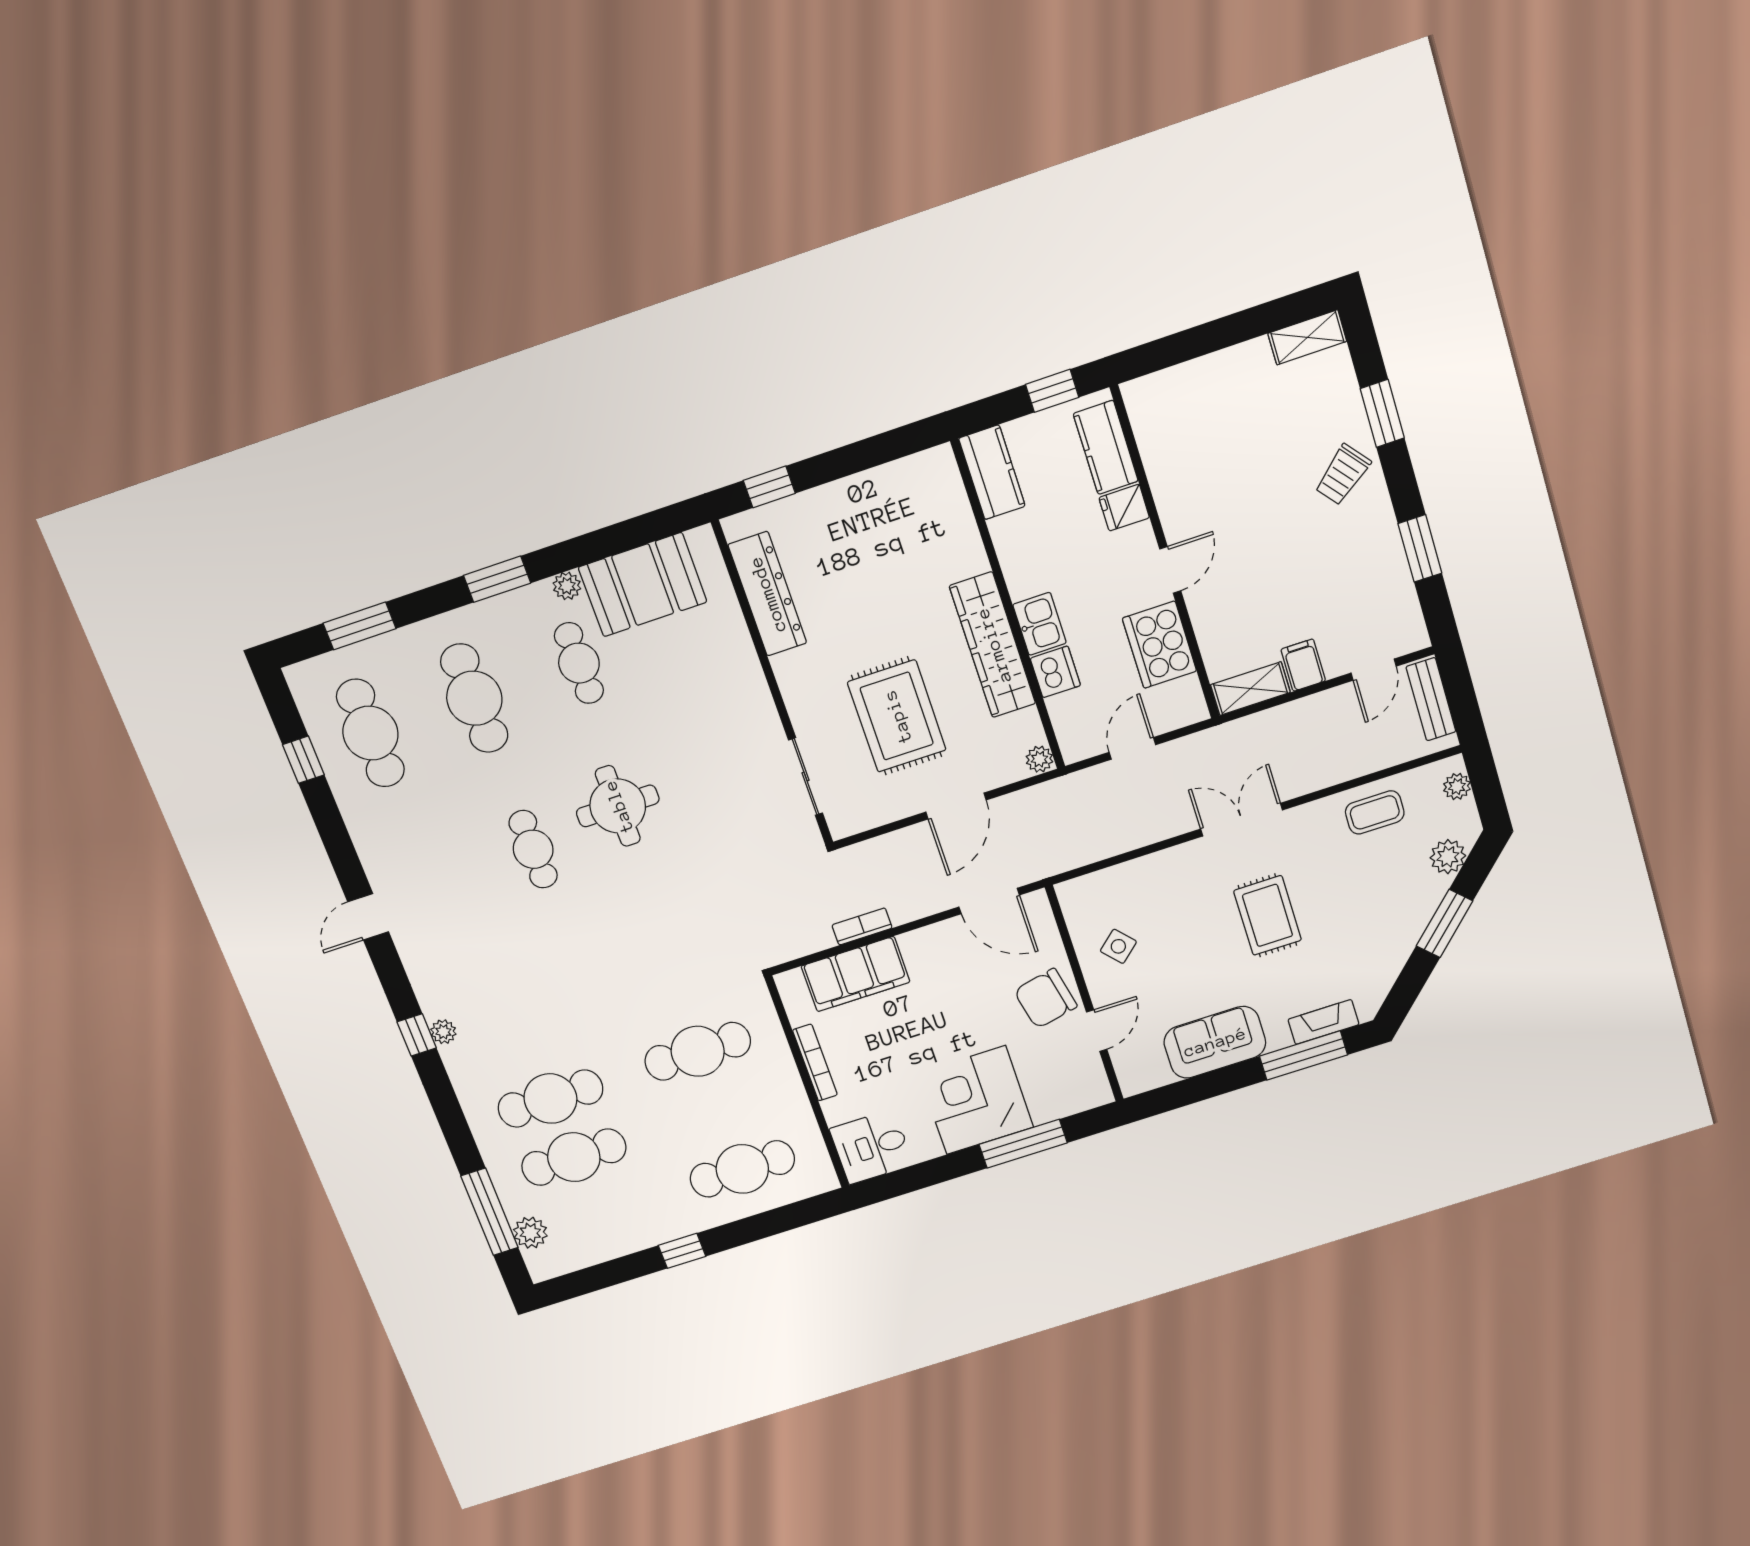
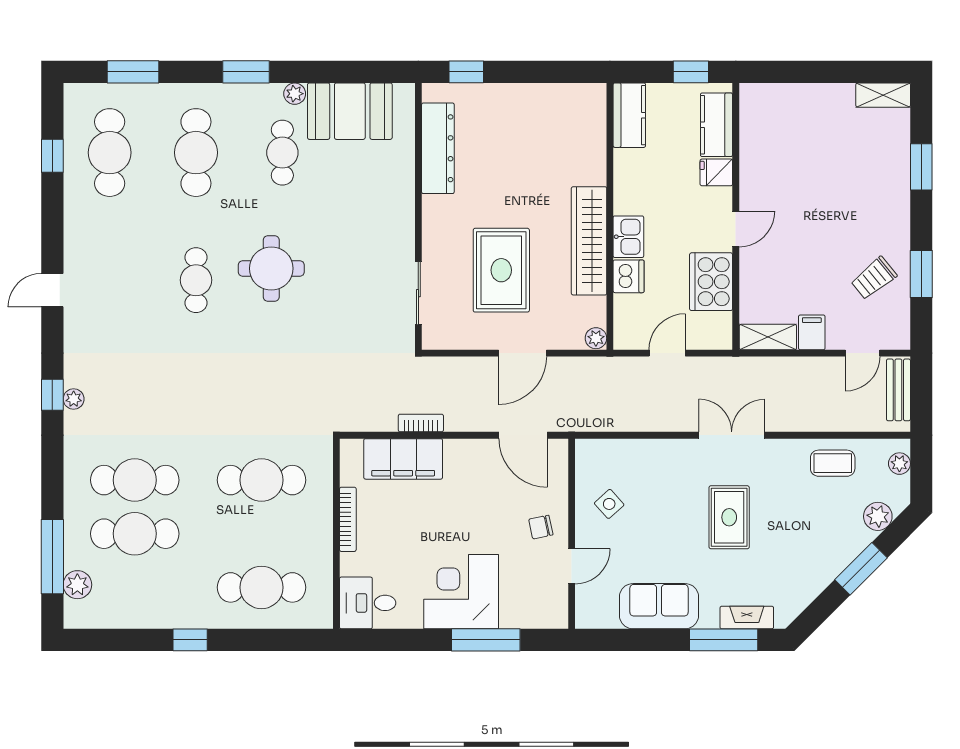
trolley: (1343, 475) -> (874, 278), moved
chair: (1046, 998) -> (541, 527), width x0.54, depth x0.54

